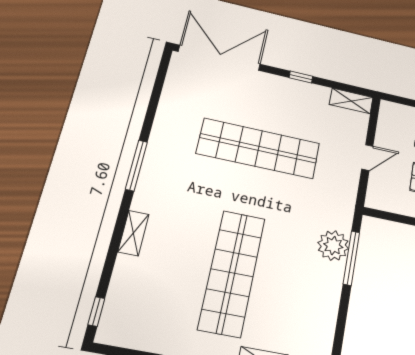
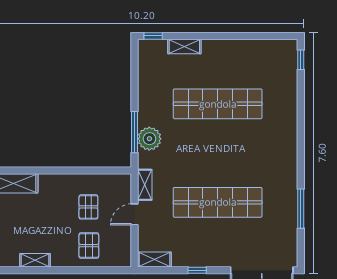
window: (136, 165) -> (301, 209), moved
shelving: (133, 233) -> (145, 185), moved
shop shelf: (232, 273) -> (218, 104), turned 90

